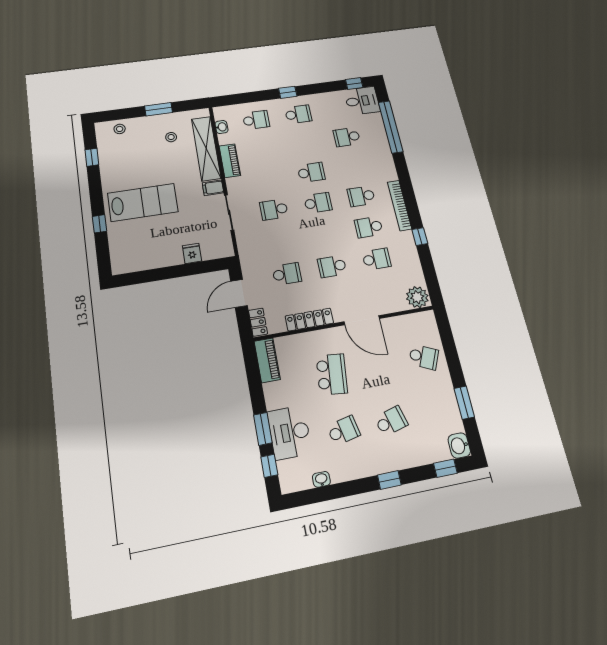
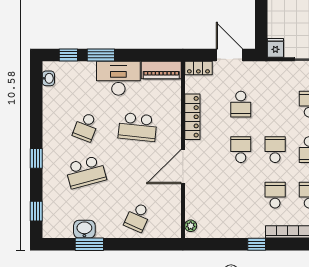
fridge: (192, 253) -> (275, 48), moved, turned -90
school desk: (377, 259) -> (275, 150), moved, turned 180
plant: (417, 297) -> (191, 226), width x0.53, depth x0.53
school desk: (391, 421) -> (86, 172), width x1.85
school desk: (344, 431) -> (86, 127), turned 33
desk: (290, 432) -> (118, 78), moved
washbasin: (459, 446) -> (84, 229), moved
washbasin: (321, 479) -> (48, 78), moved

